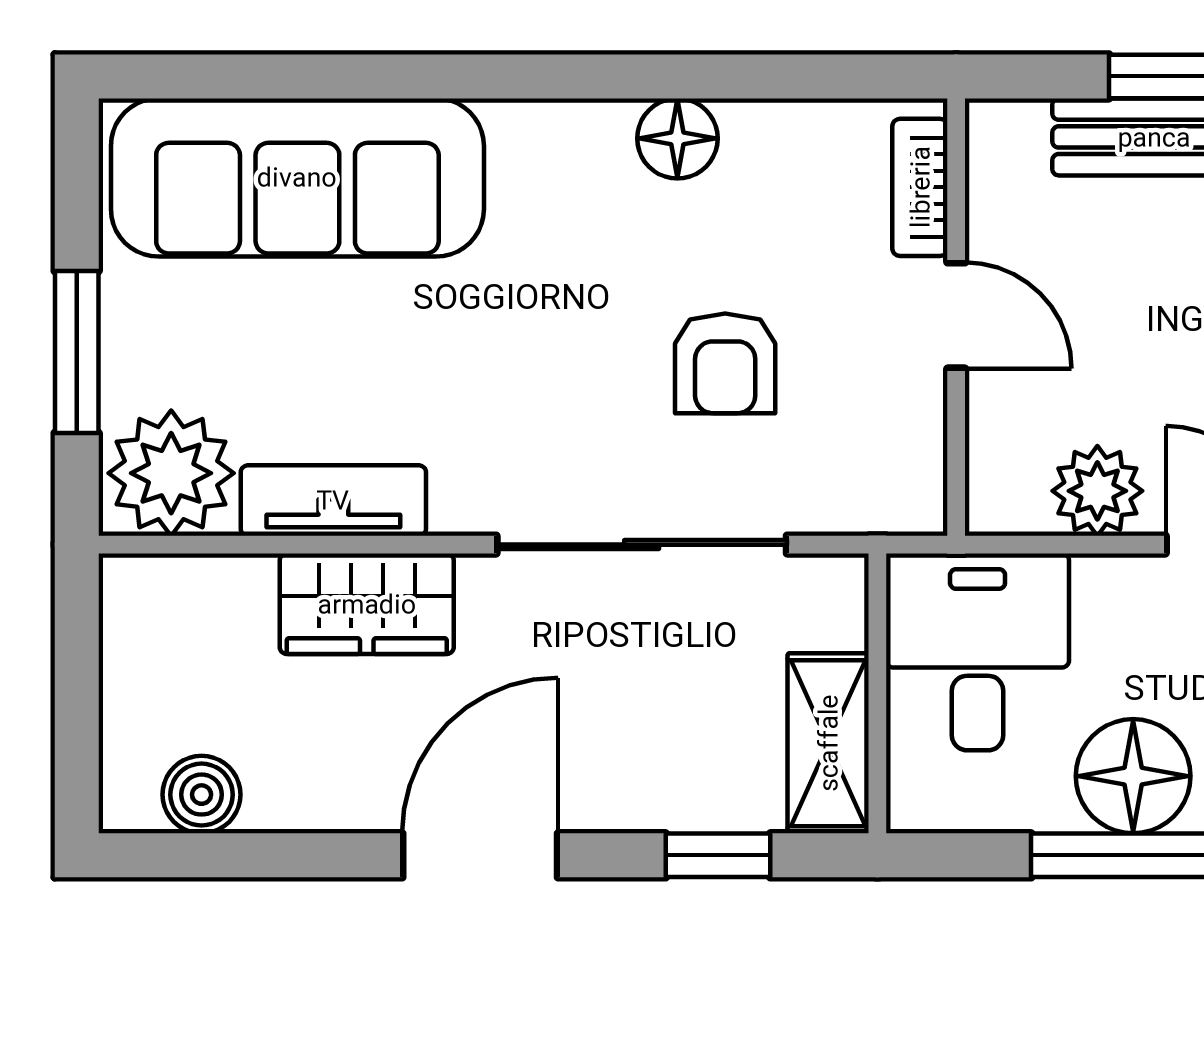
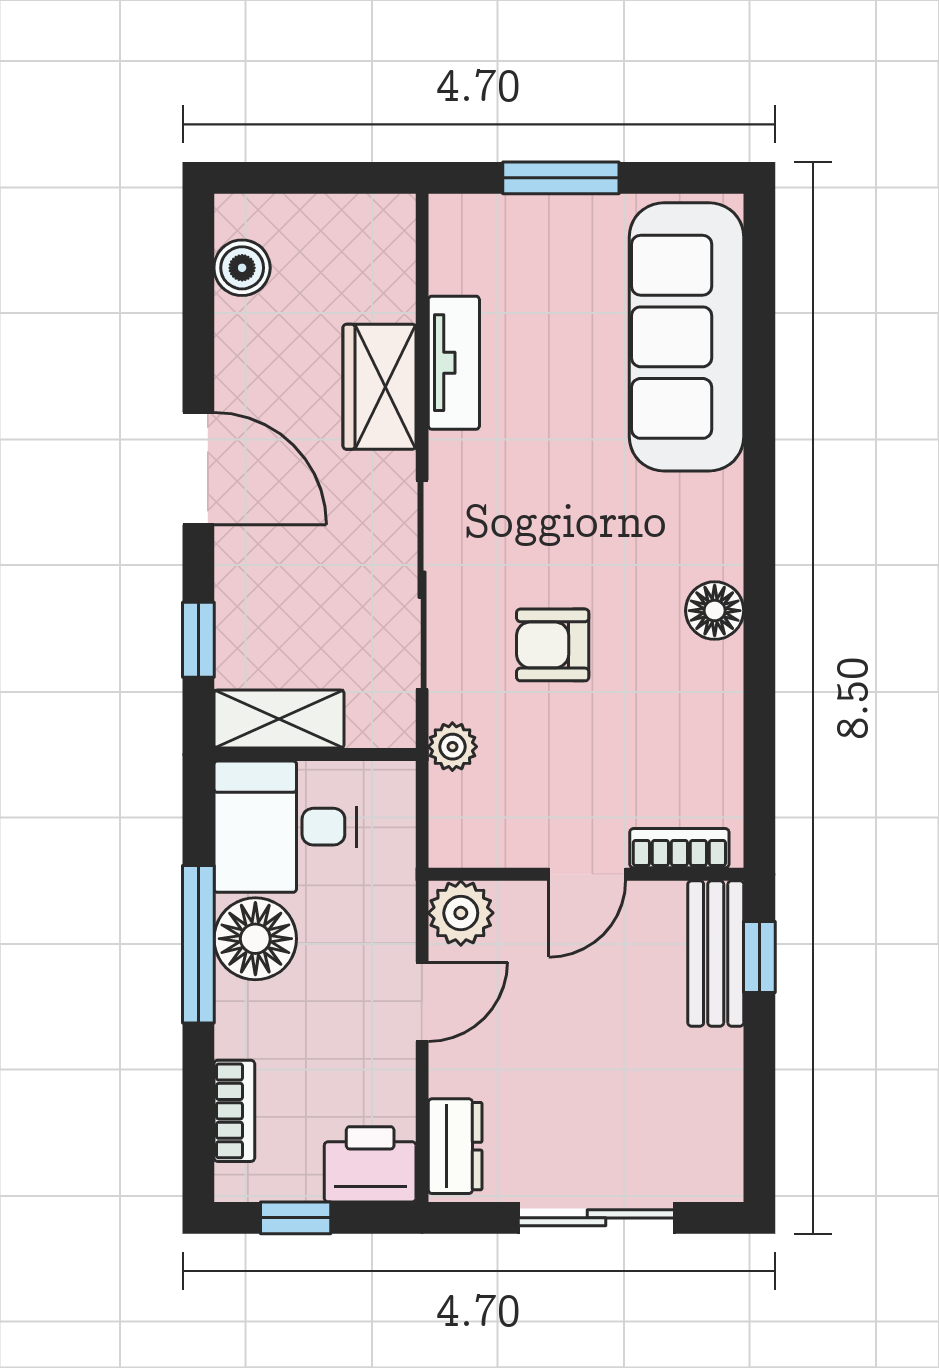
bookcase: (920, 187) -> (679, 848), moved
door: (956, 315) -> (587, 874), moved
wall: (956, 317) -> (586, 874), moved
plant: (171, 473) -> (452, 747), moved, width x0.53, depth x0.53
desk: (978, 652) -> (285, 827), moved, turned 180

